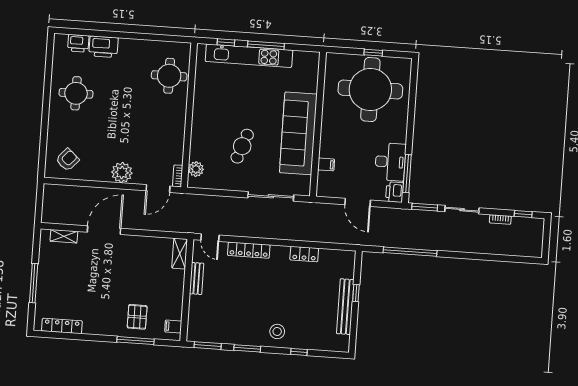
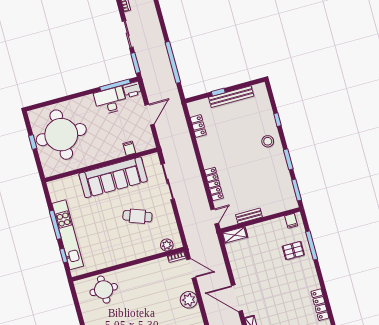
locker: (304, 254) -> (198, 126), moved

